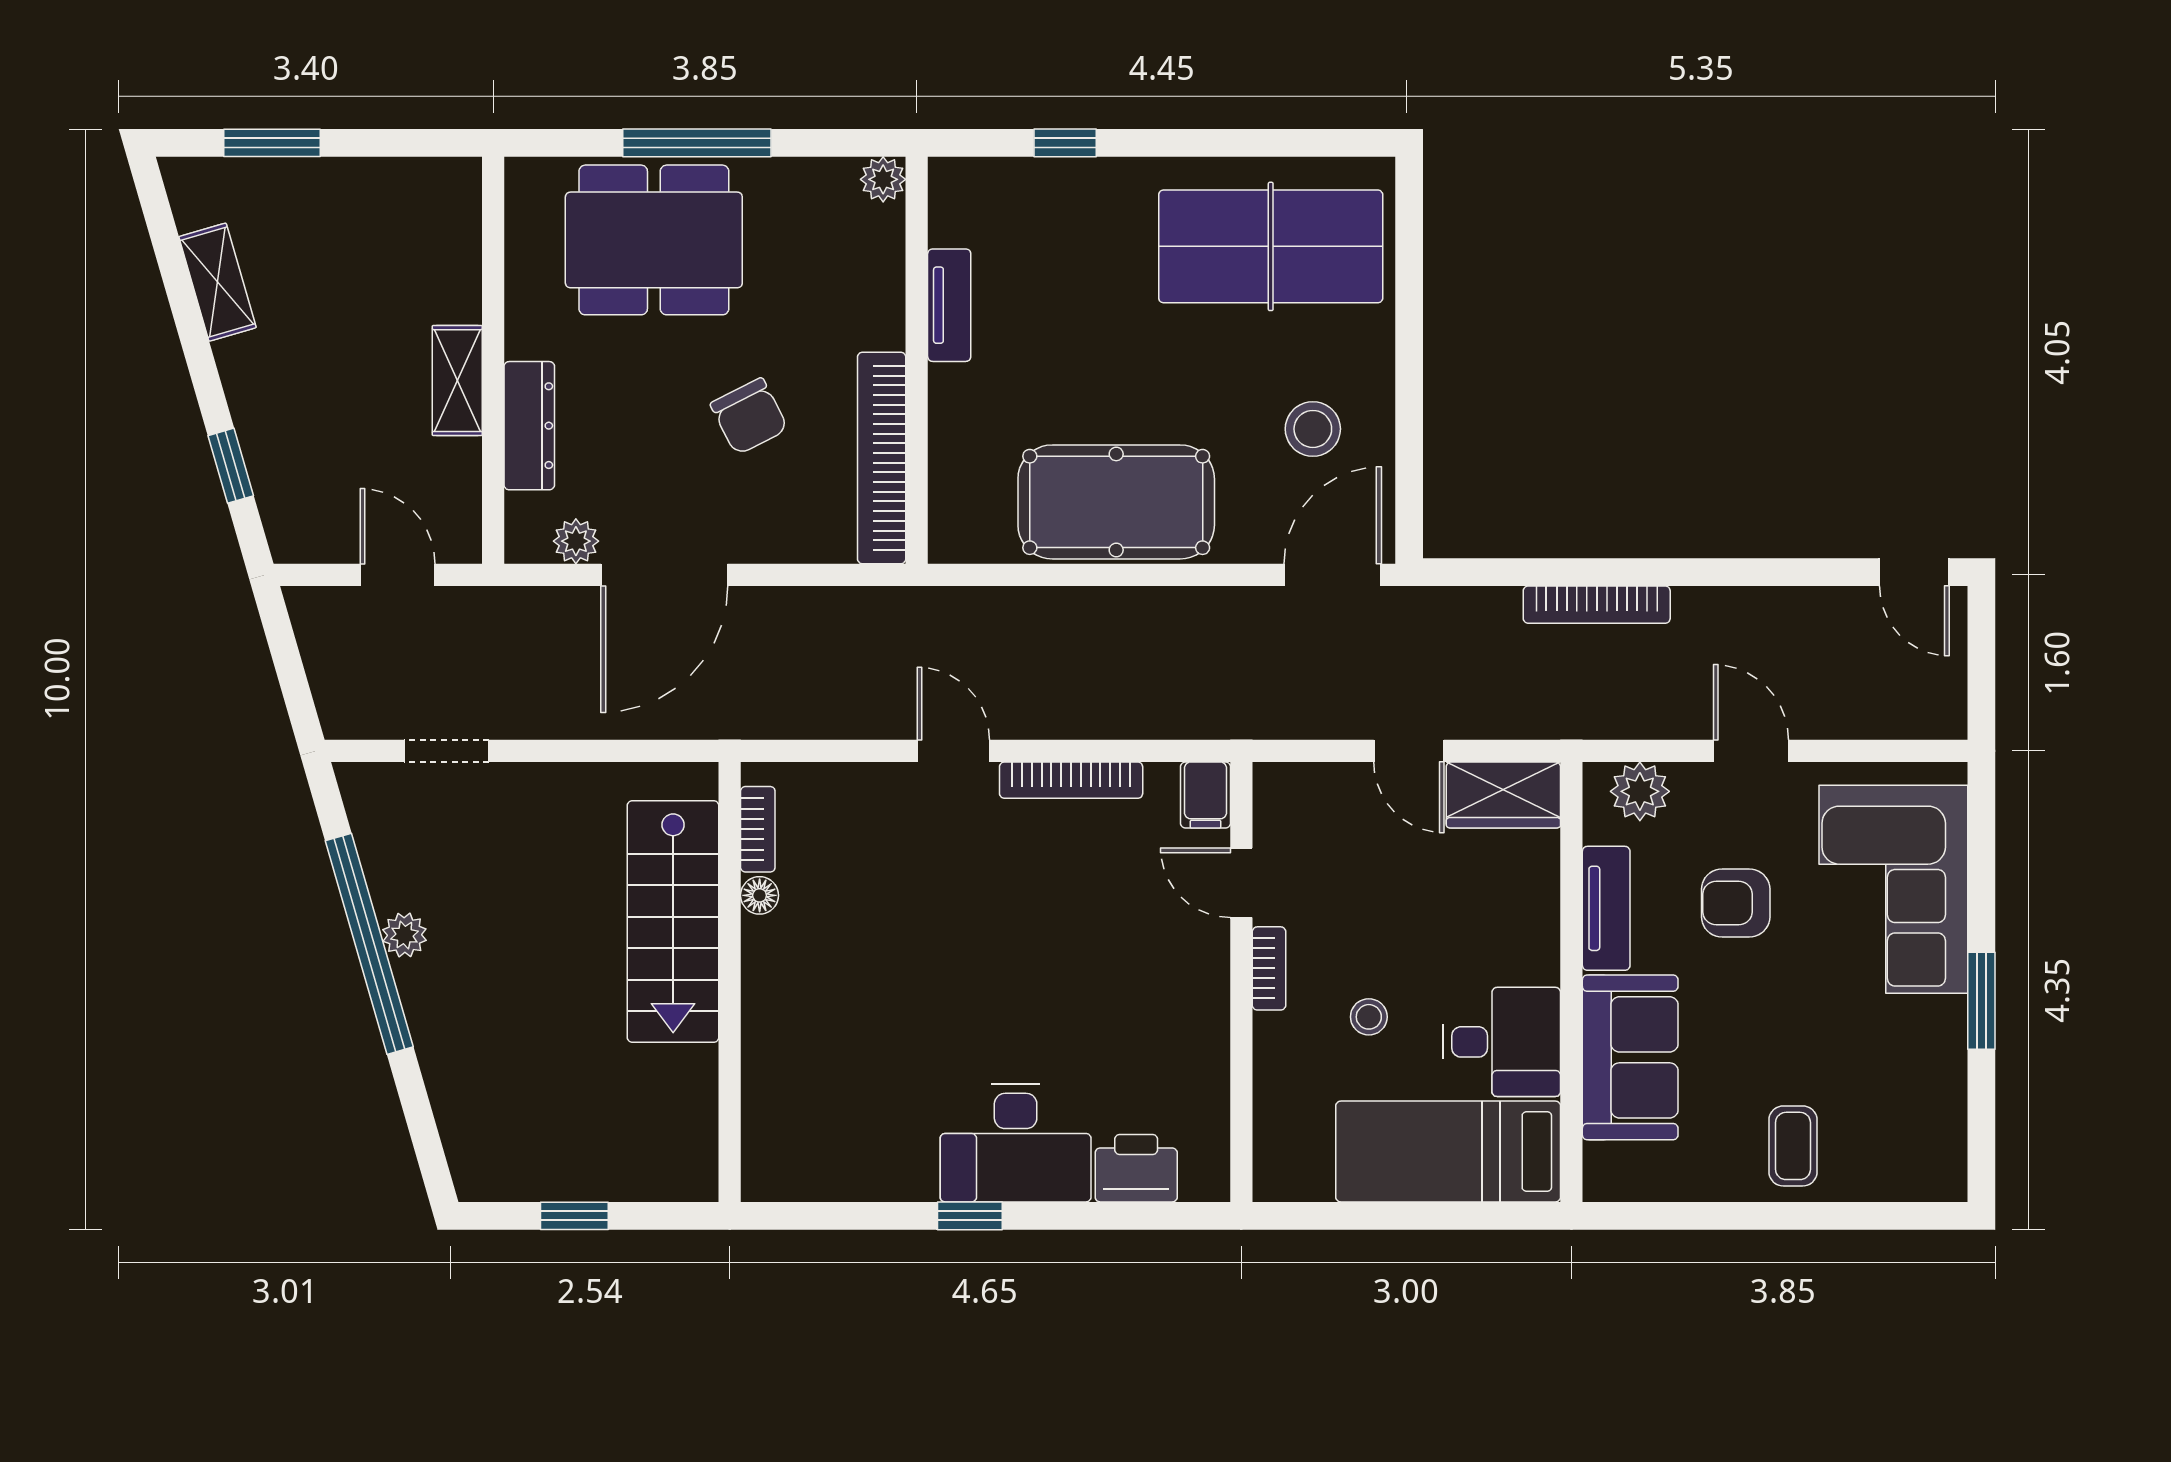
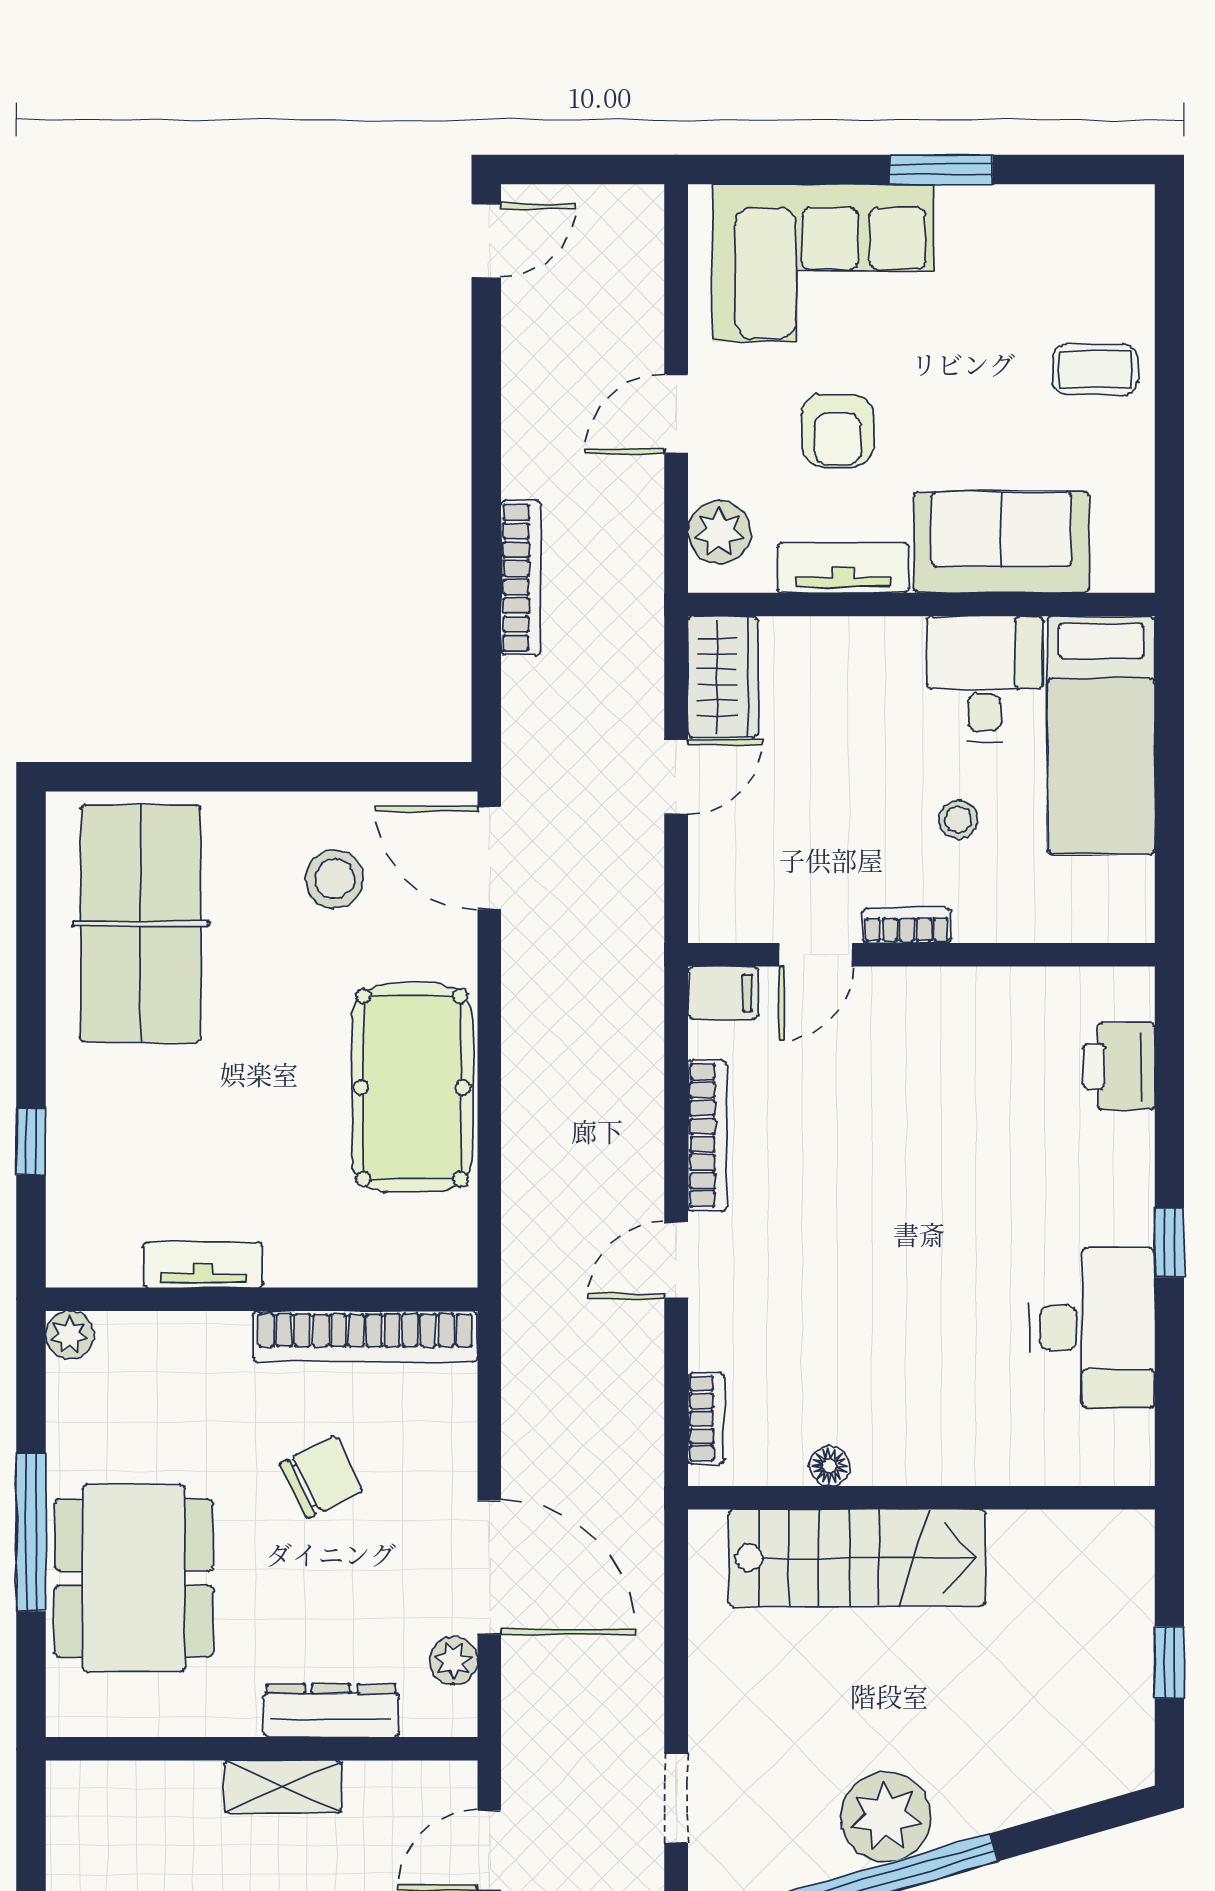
bookcase: (758, 829) -> (706, 1418), moved, turned 90
plant: (404, 935) -> (886, 1817), width x1.87, depth x1.87
desk: (1016, 1143) -> (1092, 1328), moved

